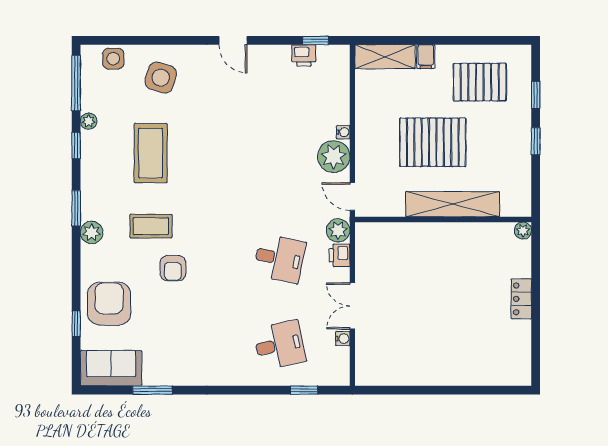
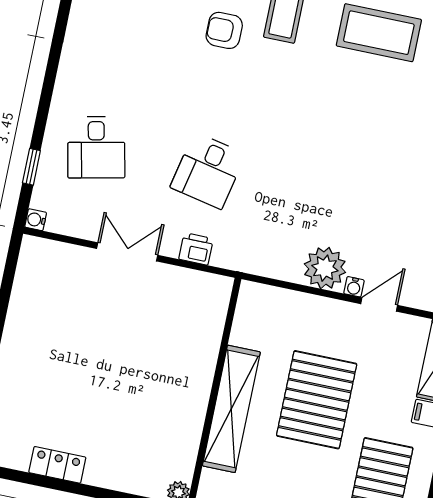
door: (352, 196) -> (379, 305), moved
plant: (338, 230) -> (228, 254), removed
locker: (521, 299) -> (57, 465), moved
water cooler: (343, 339) -> (36, 220), moved, turned 90

